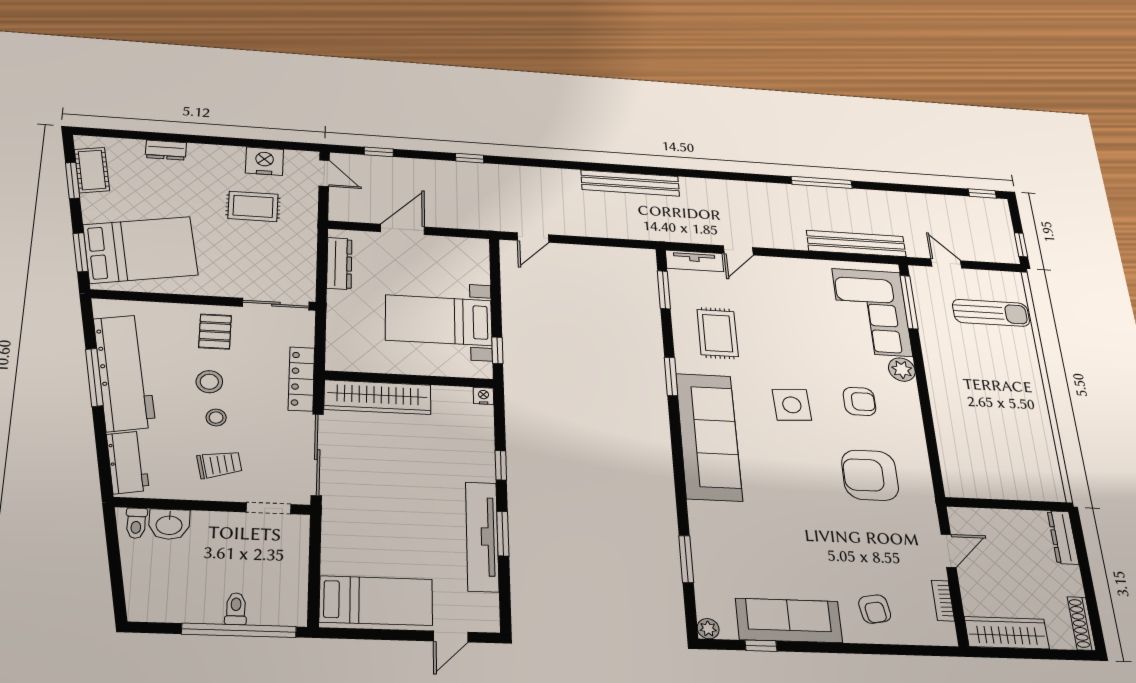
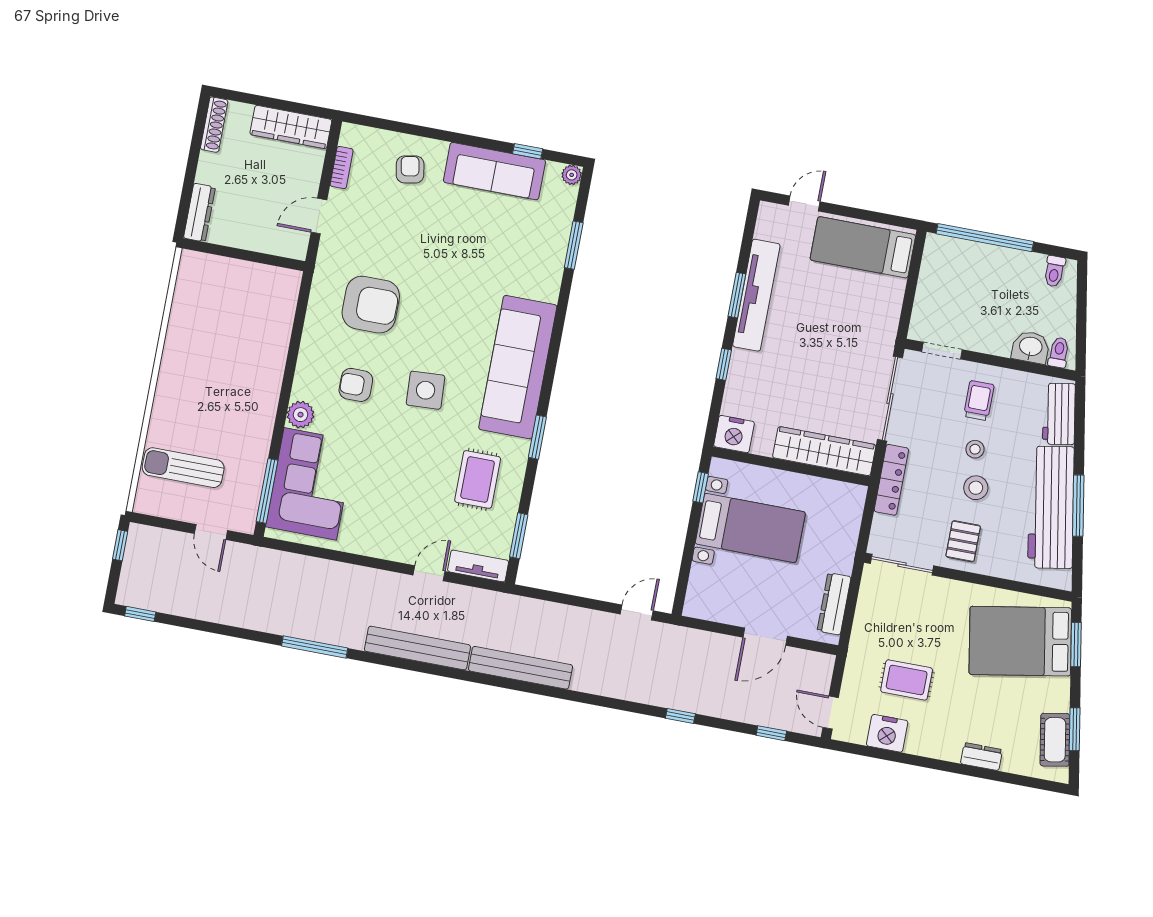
bench: (856, 244) -> (417, 648), moved
nightstand: (484, 396) -> (734, 434), width x1.89, depth x1.79
trolley: (219, 464) -> (979, 401), turned 102
toilet: (236, 609) -> (1054, 271), moved

